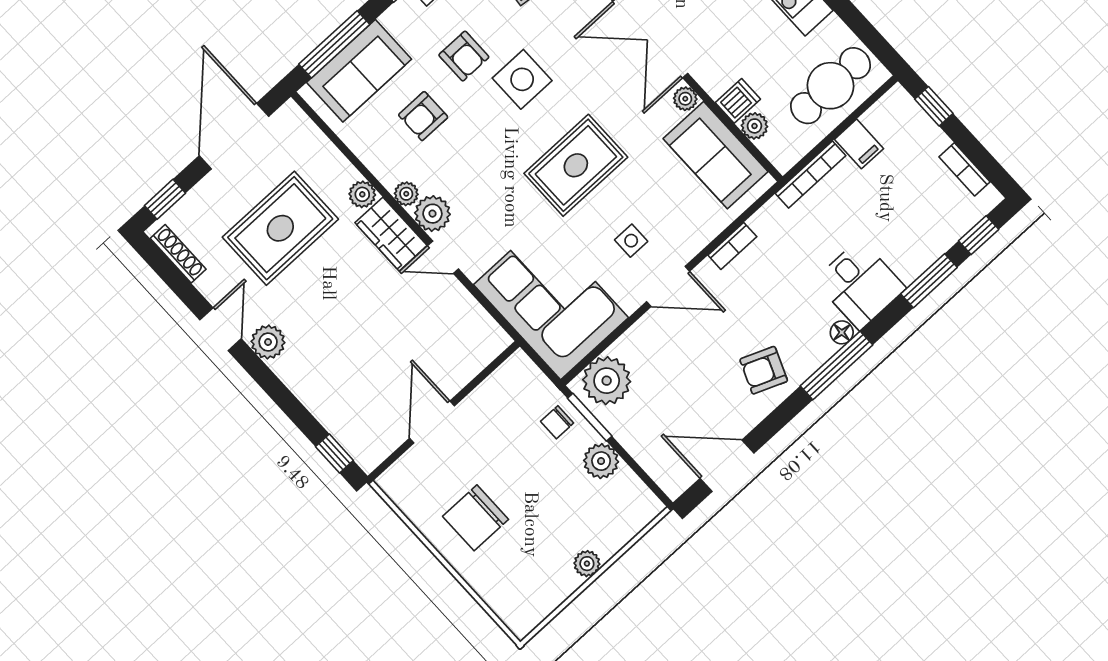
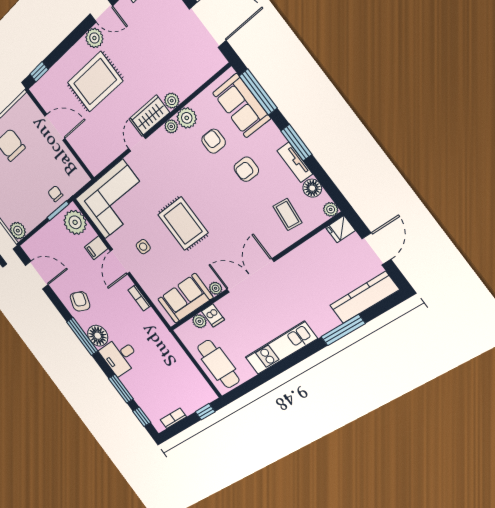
side table: (522, 79) -> (231, 201), removed
filing cabinet: (859, 144) -> (96, 248), moved
bookcase: (811, 175) -> (174, 344), removed
plant: (432, 214) -> (187, 118), moved
rug: (280, 228) -> (95, 82), moved, turned 90
floor lamp: (842, 332) -> (98, 336), width x1.89, depth x1.89
plant: (601, 461) -> (18, 231), moved
door: (727, 466) -> (37, 275), hinge flipped

